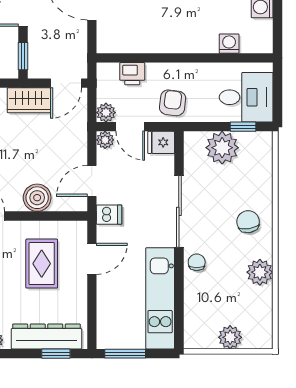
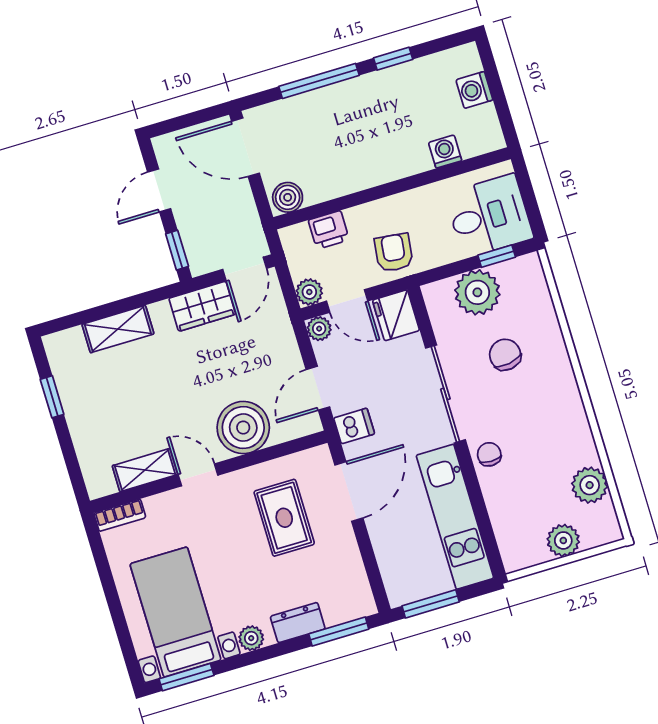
boiler: (111, 43) -> (288, 197), added
fridge: (161, 142) -> (396, 315), width x1.38
boiler: (37, 198) -> (243, 428), width x1.37, depth x1.37
chair: (248, 222) -> (505, 355), moved
door: (92, 259) -> (349, 492), width x1.38
plant: (260, 272) -> (590, 485), moved
dresser: (46, 336) -> (298, 623), width x0.51, depth x0.80
window: (56, 354) -> (339, 631), width x1.50

